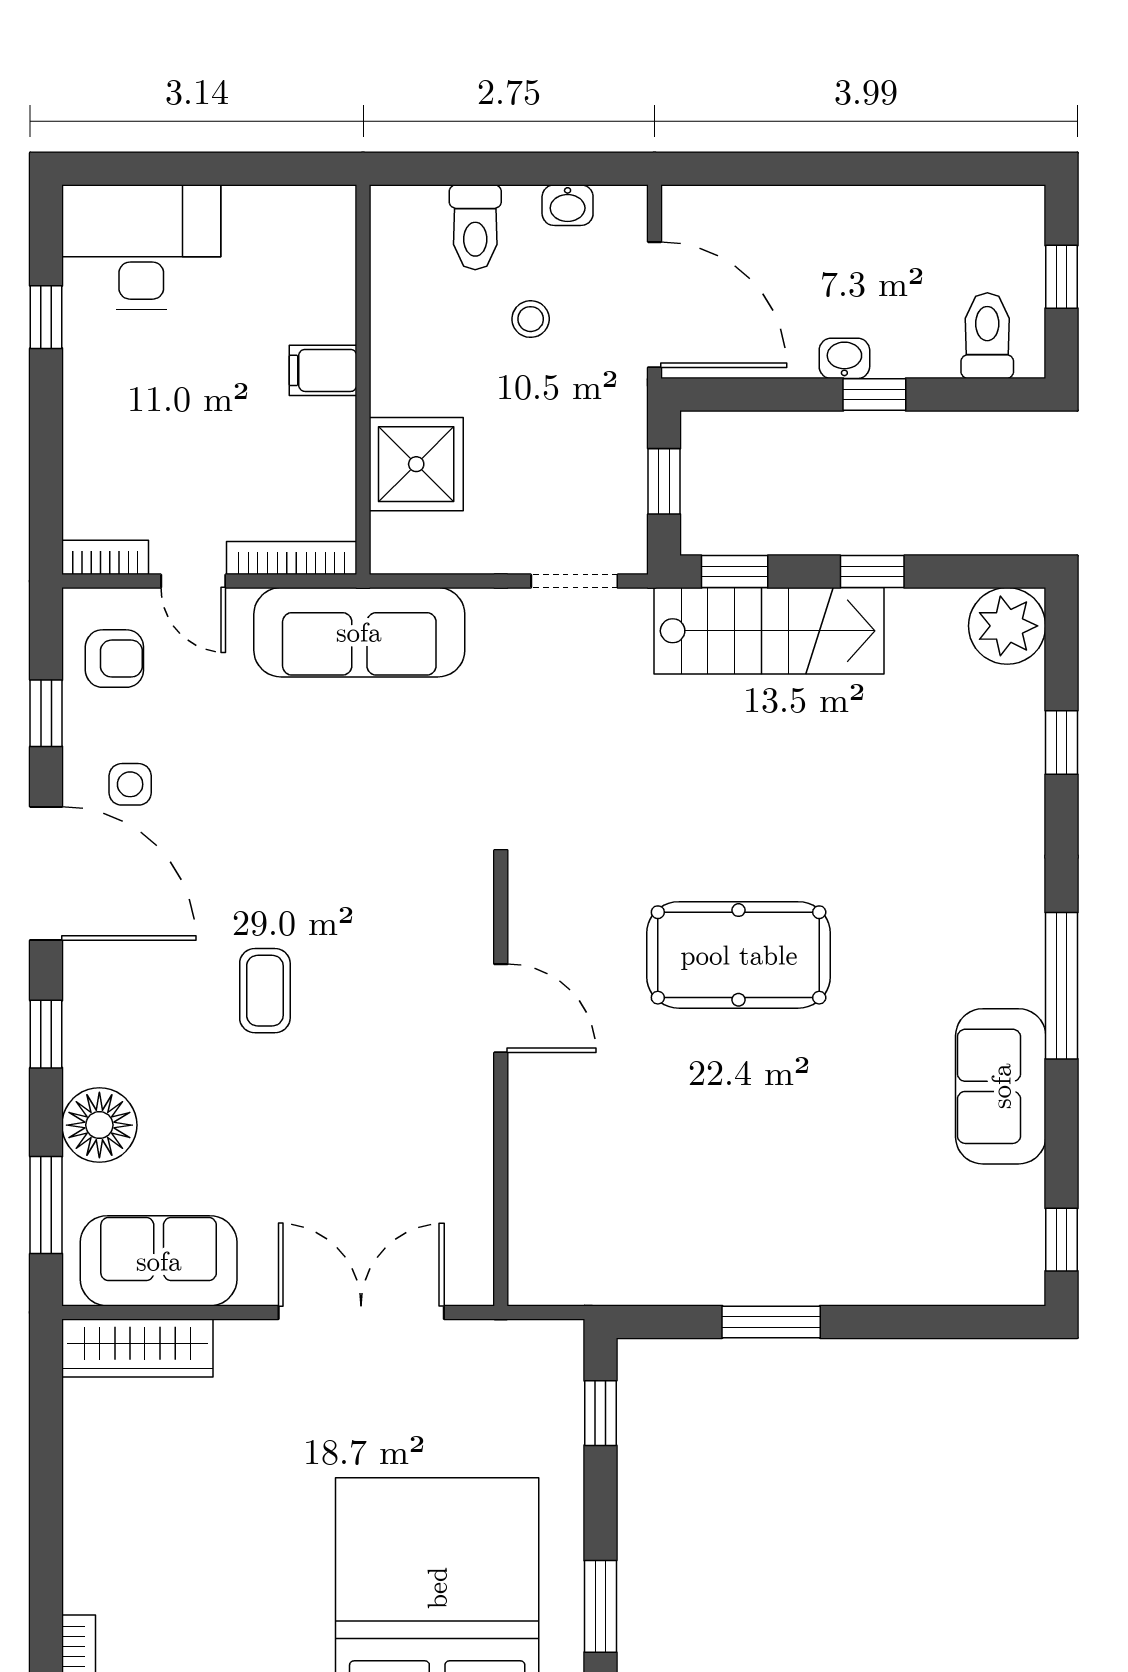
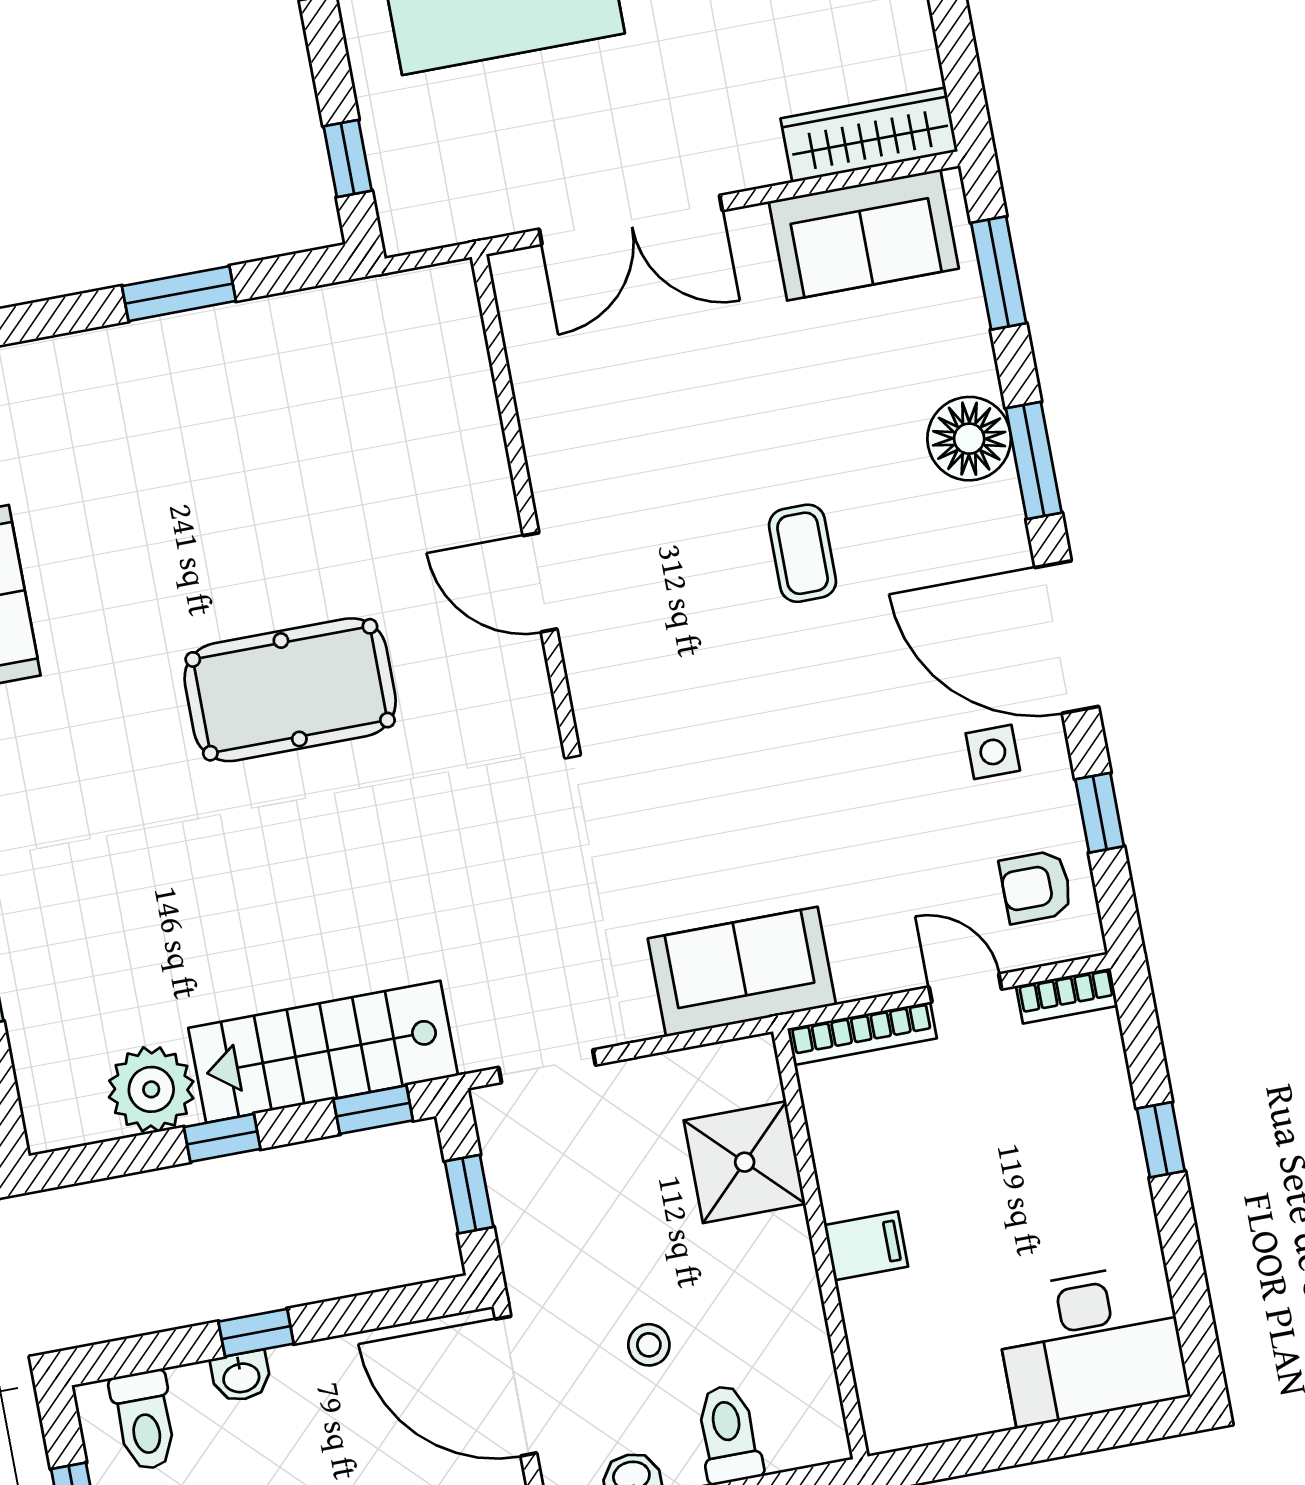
window: (46, 317) -> (1161, 1140), moved
washbasin: (844, 358) -> (241, 1377), moved
plant: (1007, 626) -> (151, 1089), moved
sofa: (359, 632) -> (742, 972), width x0.73
window: (46, 1034) -> (1034, 461), width x1.50
floor lamp: (99, 1125) -> (969, 439), moved

